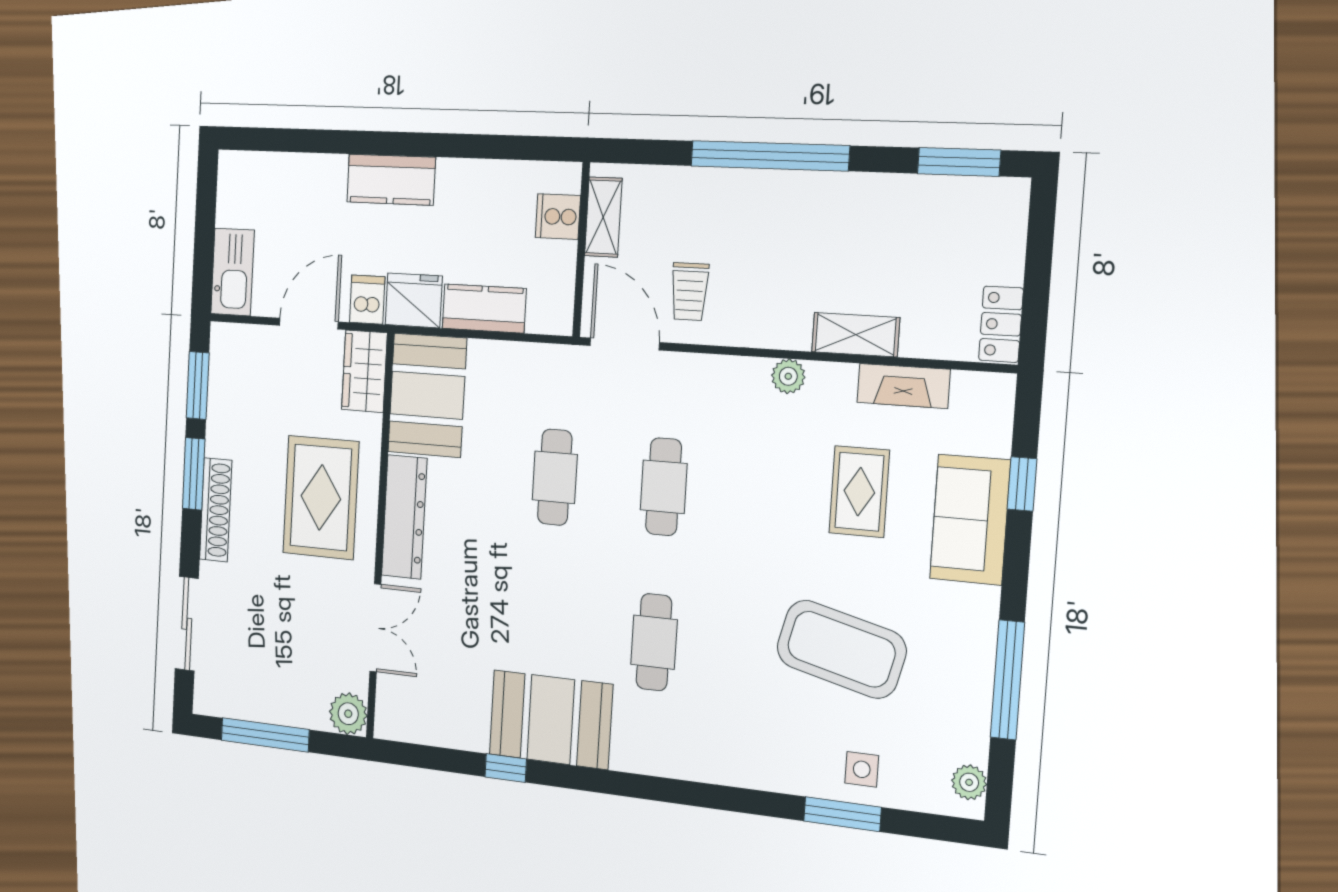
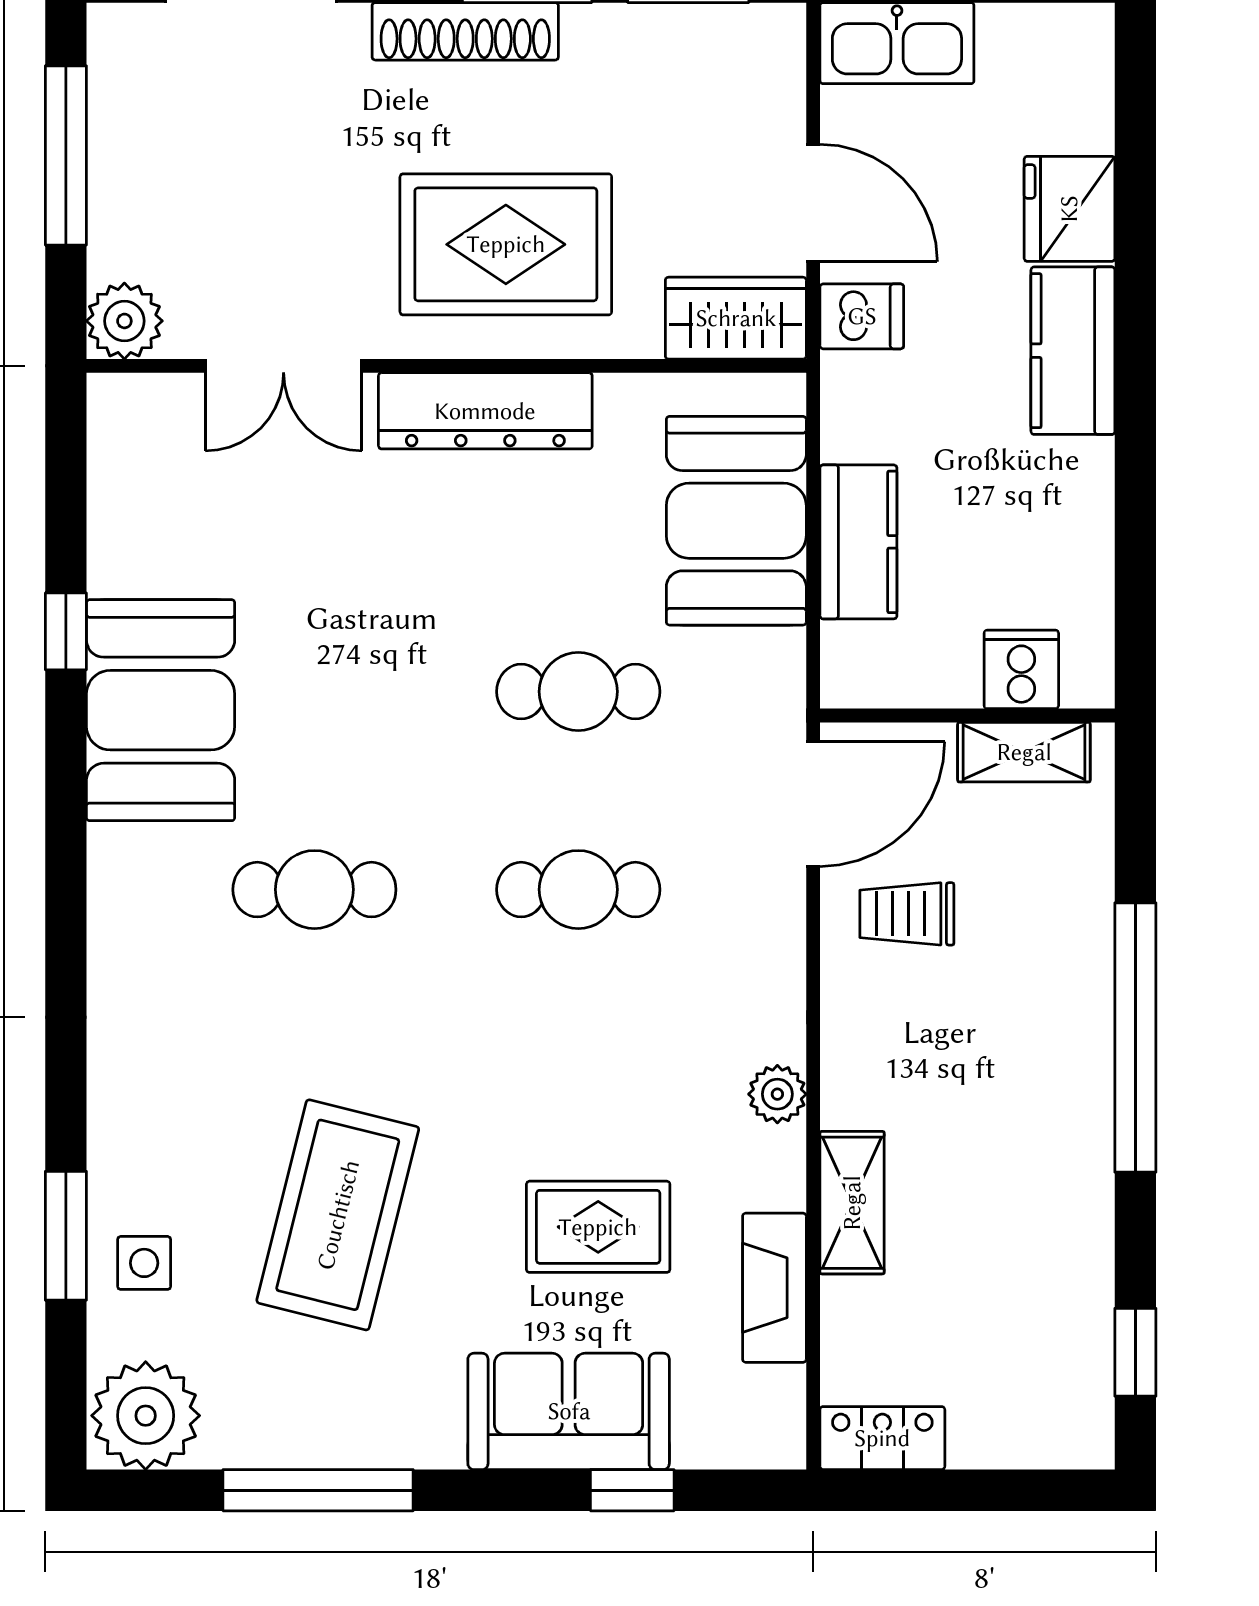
window: (959, 162) -> (1135, 1352), width x0.67
fridge: (414, 300) -> (1069, 209), moved, turned 180
booth: (427, 395) -> (736, 521), moved, turned 90
plant: (969, 782) -> (146, 1416), width x1.88, depth x1.88

